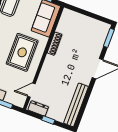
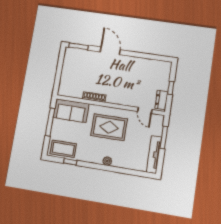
bench: (76, 105) -> (150, 64), removed

